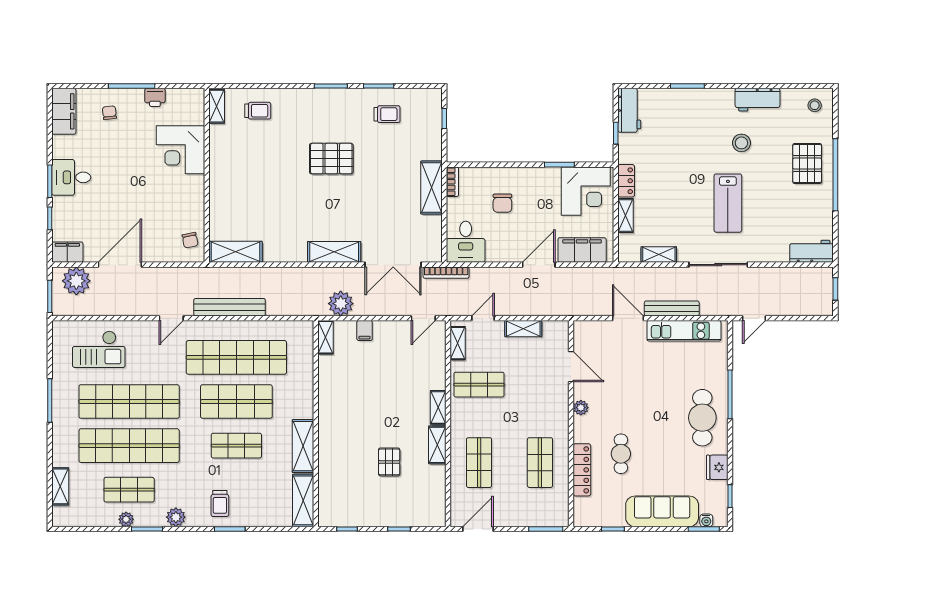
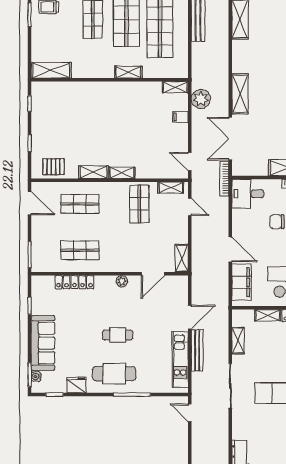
shelving: (523, 329) -> (182, 258), moved
shelving: (303, 446) -> (128, 72), moved, width x0.67, depth x0.75
cafe table: (621, 454) -> (118, 335), moved
pallet: (389, 462) -> (53, 167), moved

